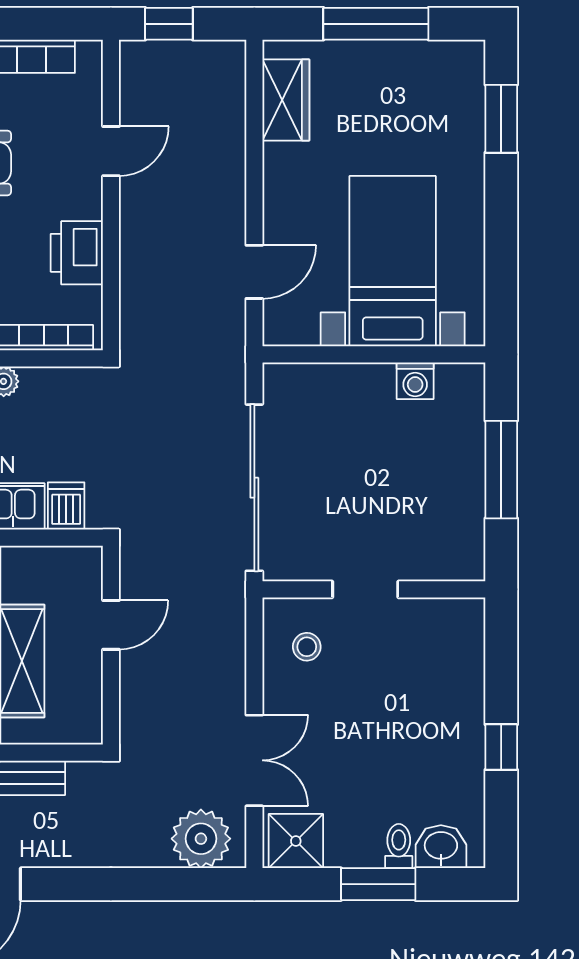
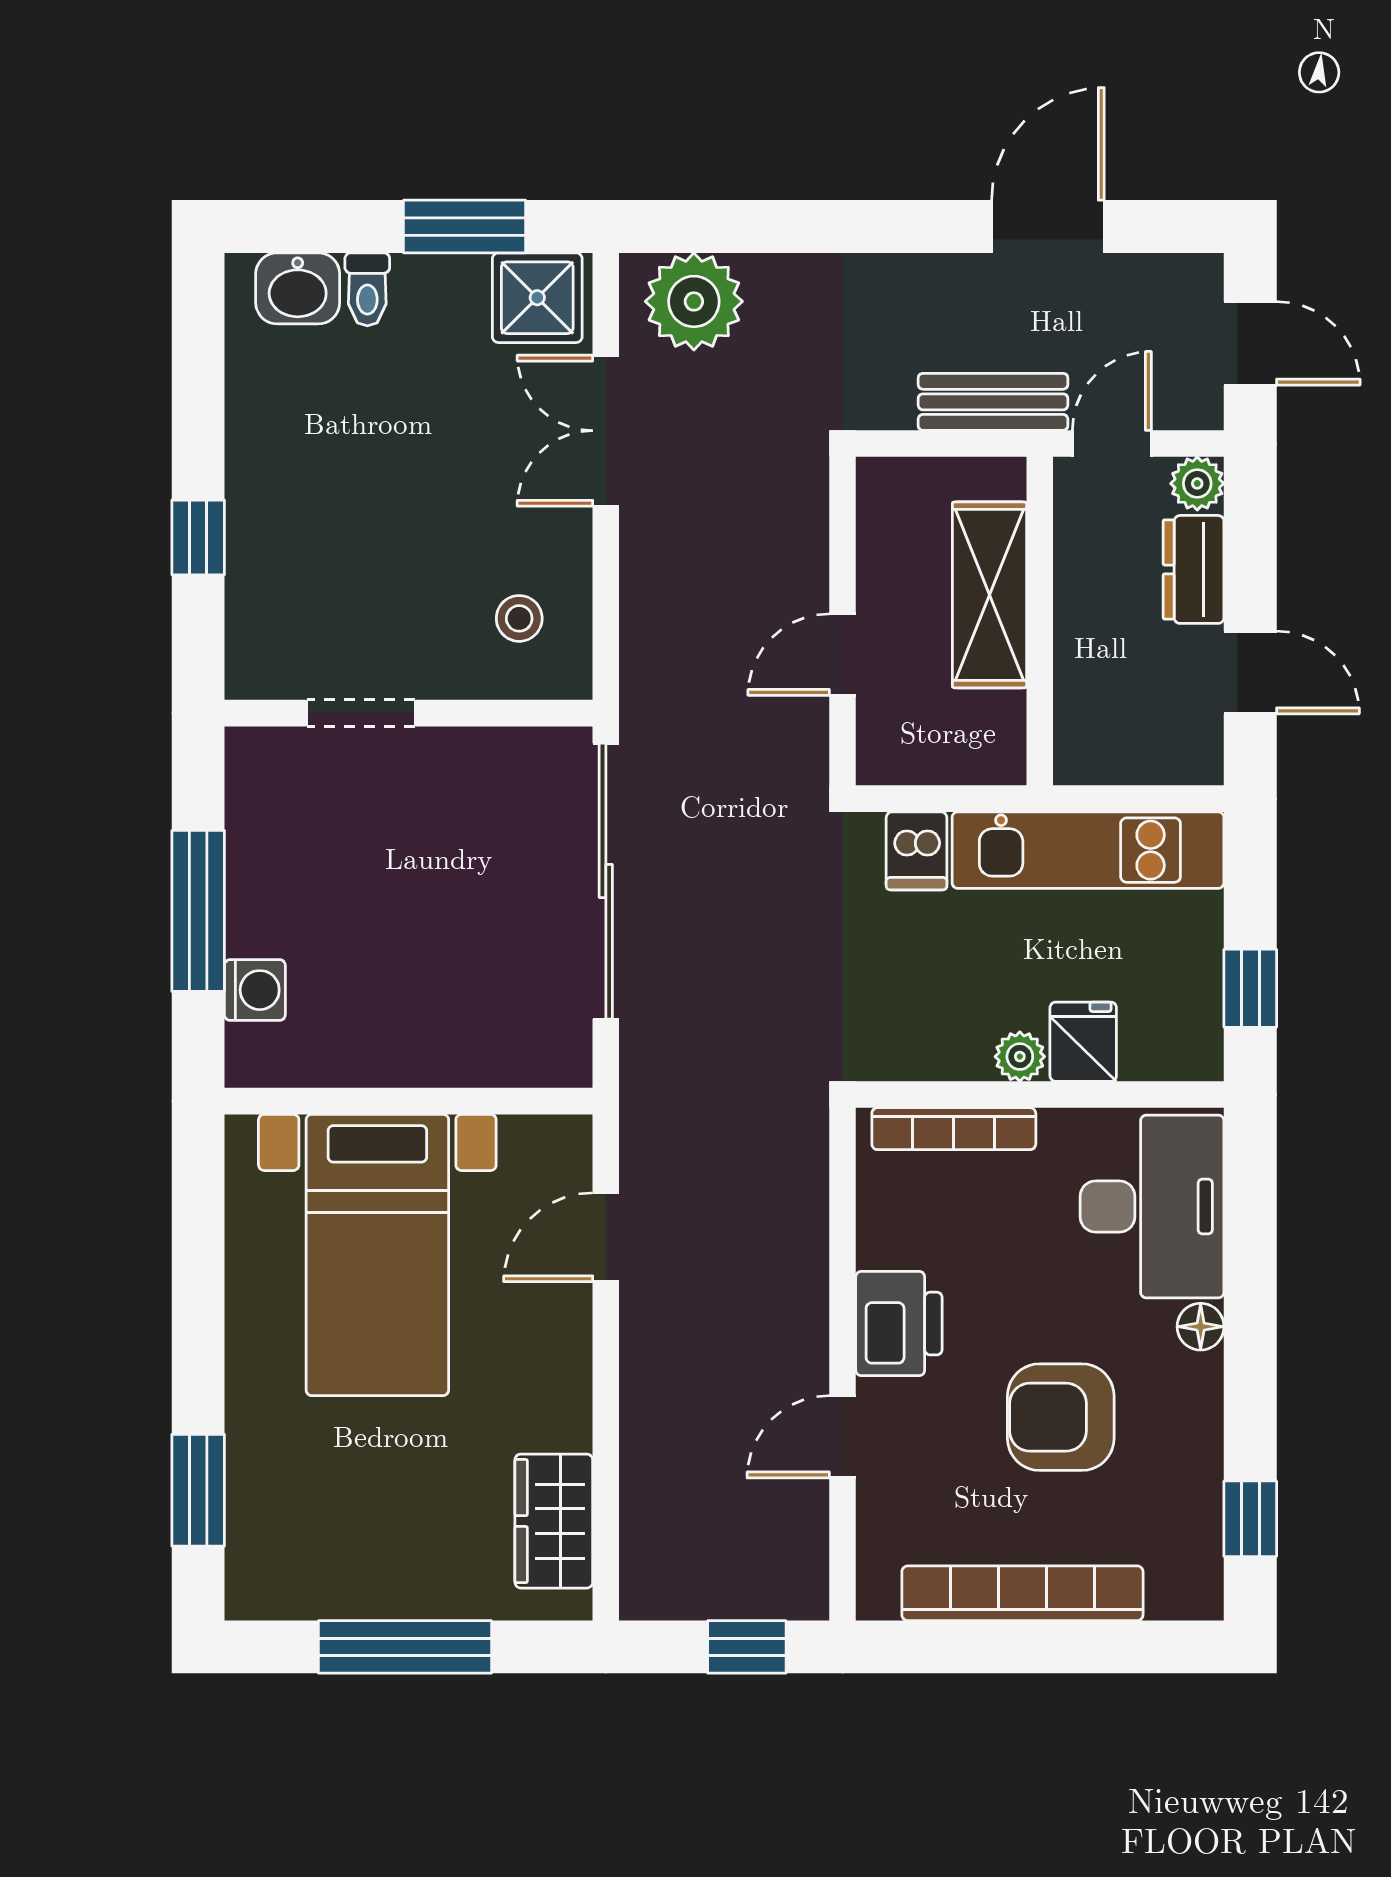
printer: (77, 253) -> (899, 1324), moved
washing machine: (415, 381) -> (255, 990), moved, turned 90
doorway: (365, 589) -> (361, 713), moved
window: (501, 747) -> (198, 537), moved
window: (378, 884) -> (464, 227), moved

